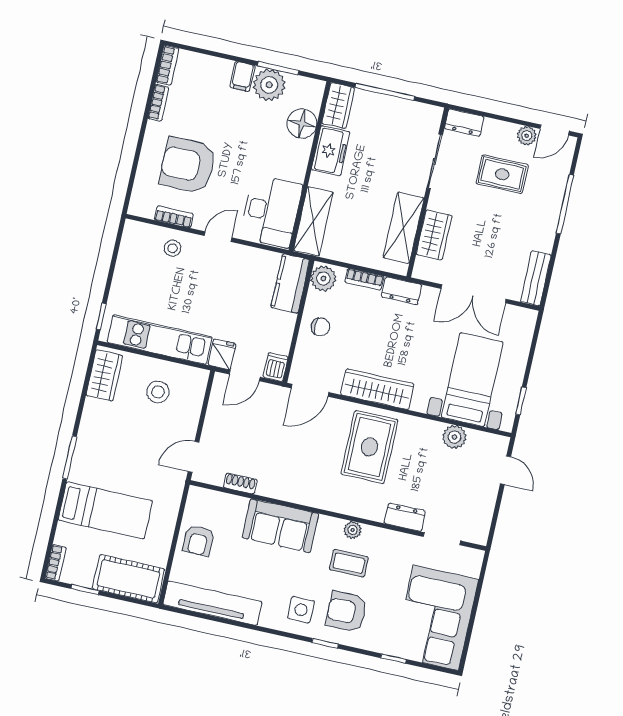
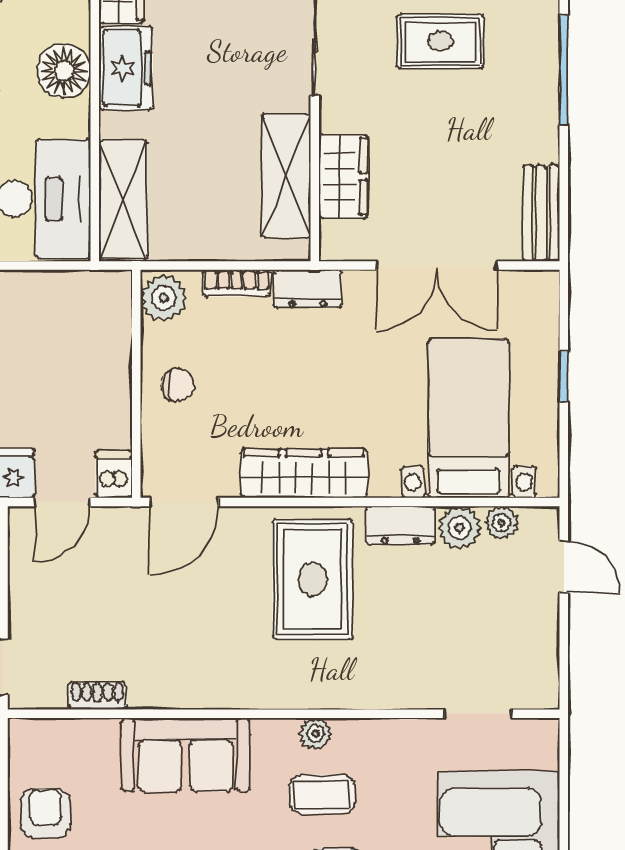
floor lamp: (302, 124) -> (64, 71), moved
kitchen counter: (290, 284) -> (107, 320), removed
window: (521, 401) -> (564, 376), moved
plant: (477, 439) -> (501, 523), added
dresser: (405, 517) -> (400, 525), moved, turned 180
armchair: (198, 540) -> (45, 813), turned 180

